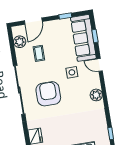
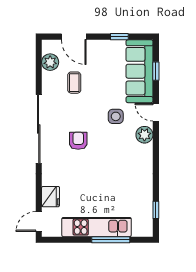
door: (33, 21) -> (74, 37), hinge flipped
armchair: (48, 94) -> (78, 141), width x0.53, depth x0.53
plant: (96, 95) -> (144, 135), moved

